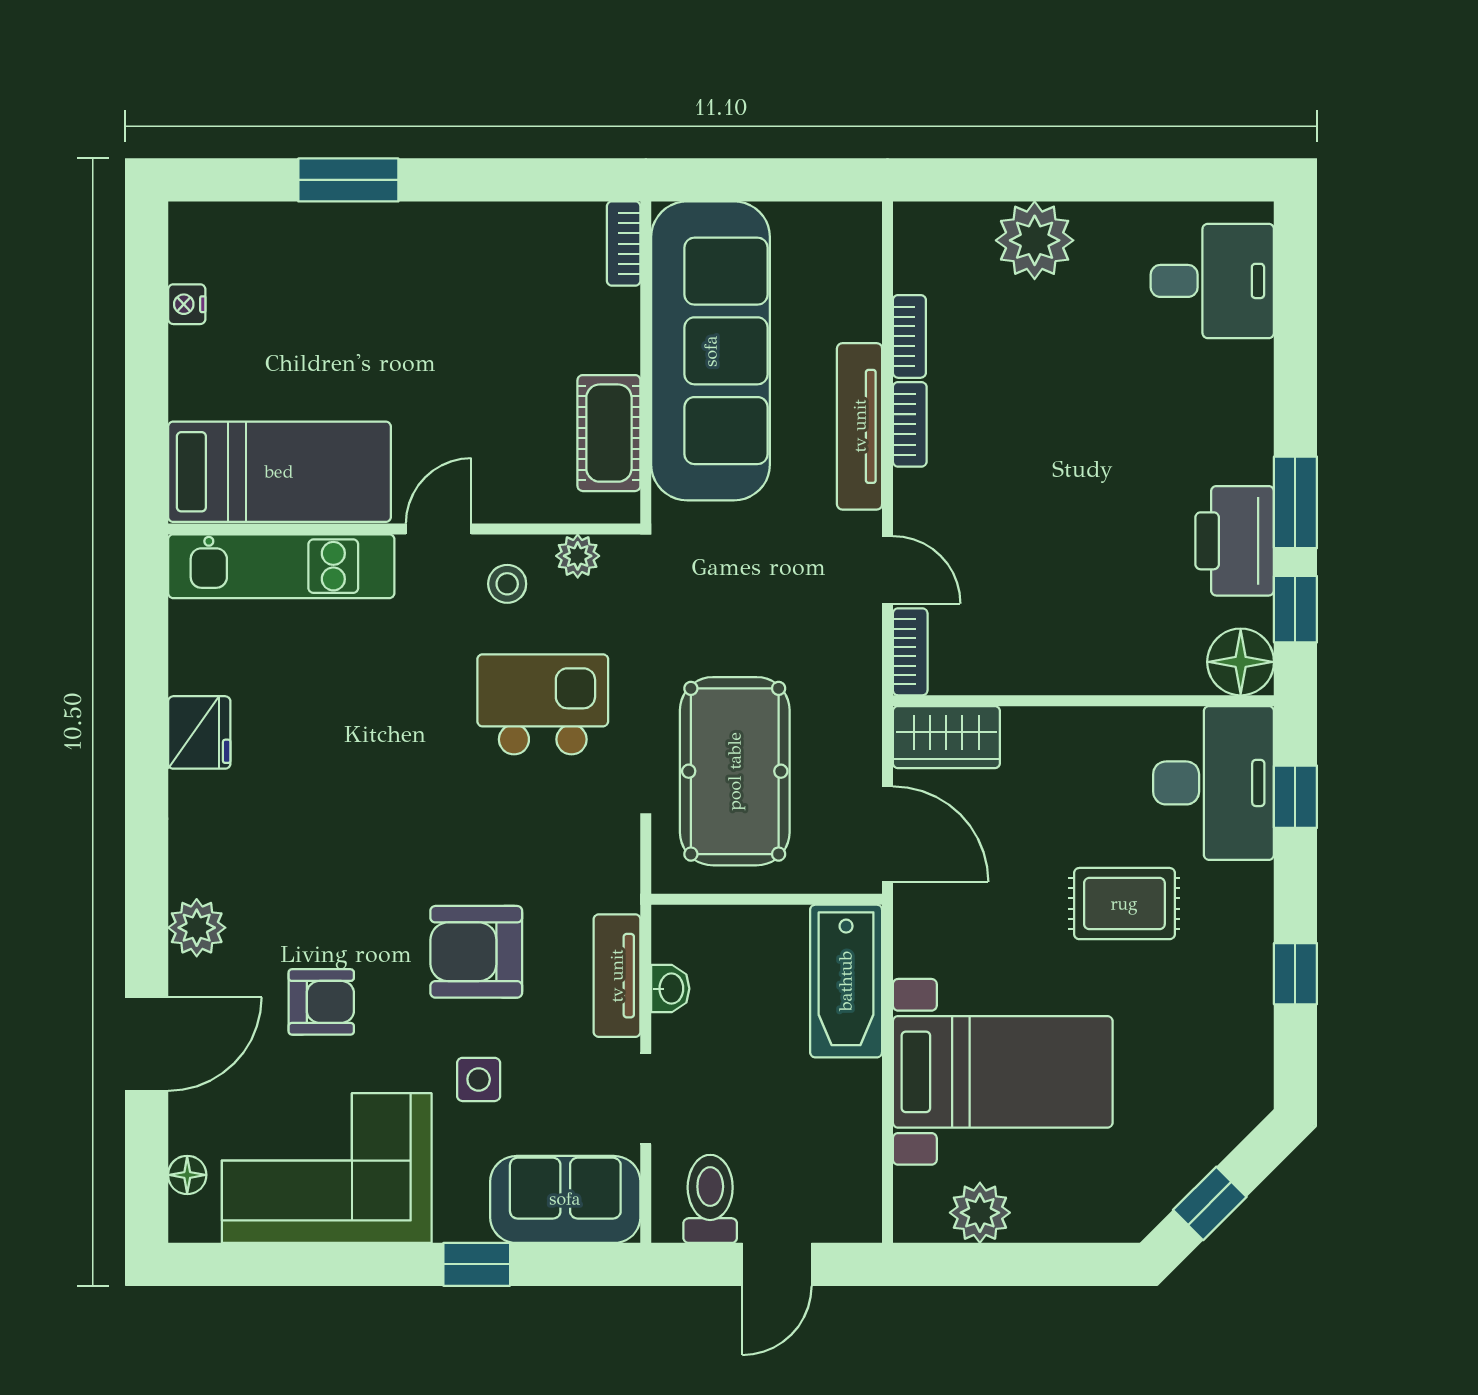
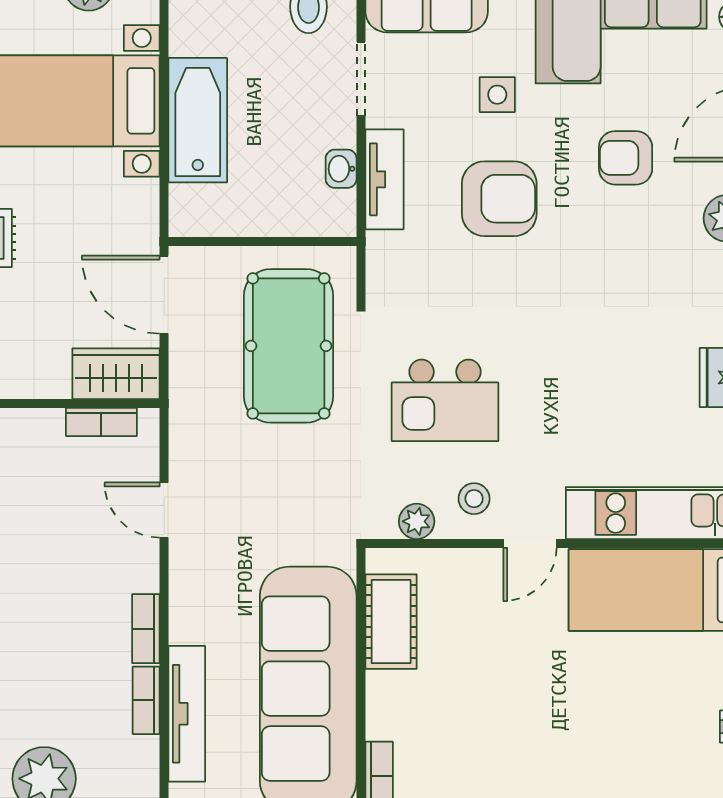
tv unit: (860, 426) -> (187, 714), moved
bookcase: (910, 652) -> (101, 422), moved, turned -90
bathtub: (846, 981) -> (198, 120), moved

